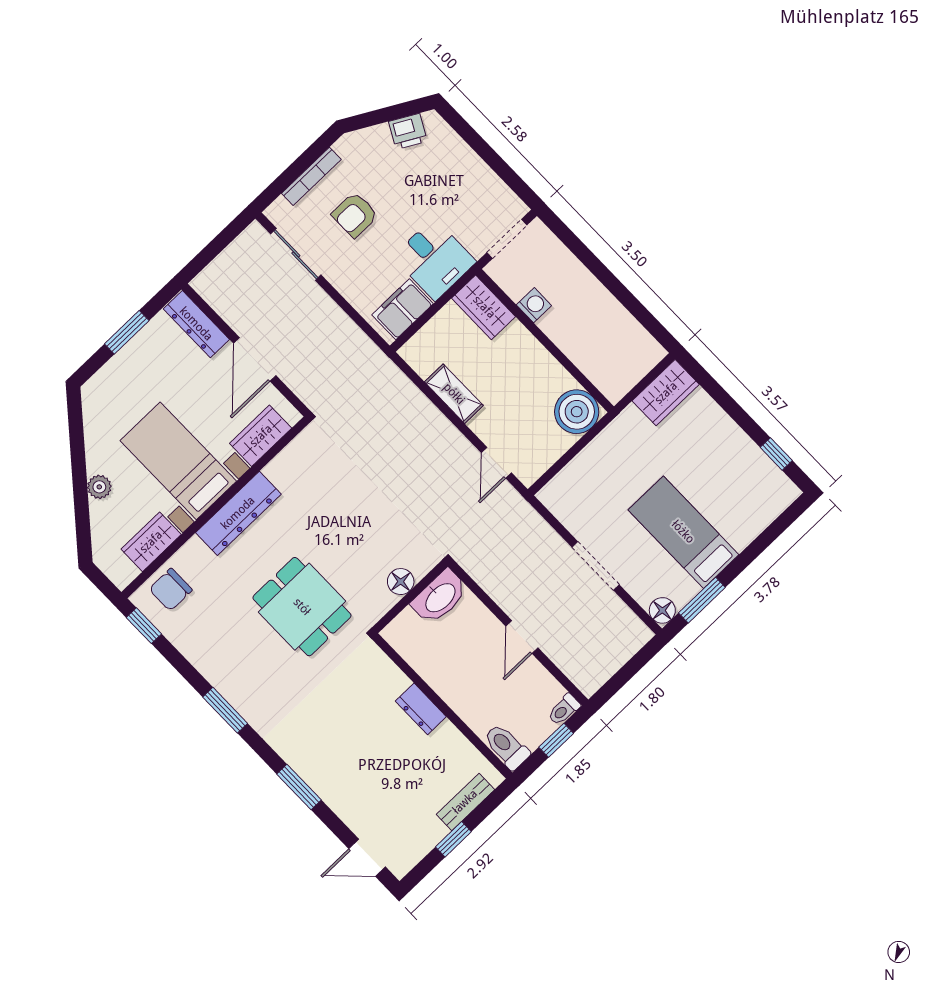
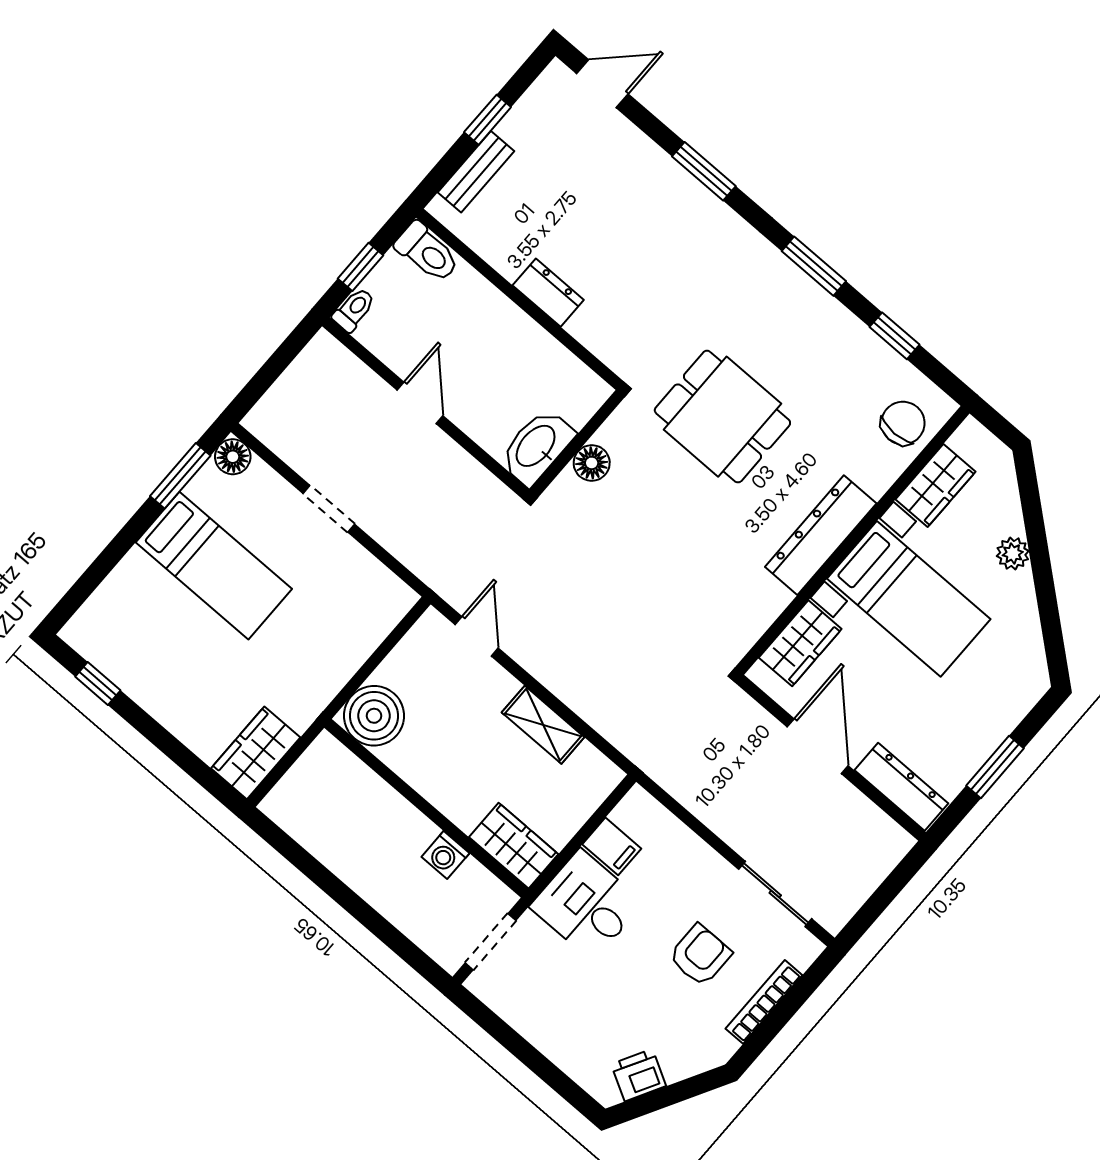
filing cabinet: (403, 309) -> (612, 846), width x0.50
doorway: (596, 566) -> (329, 509), width x0.73
window: (144, 626) -> (894, 336), moved

